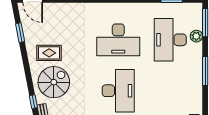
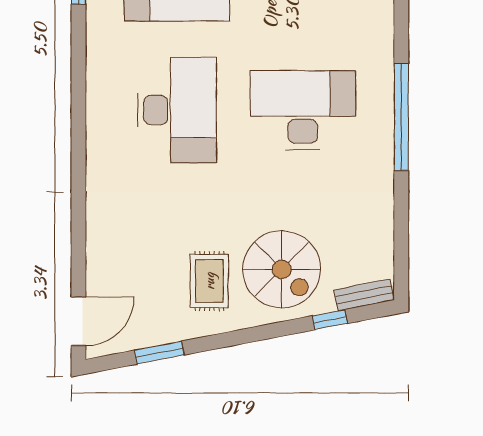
spiral stairs: (54, 82) -> (282, 269), turned 180

